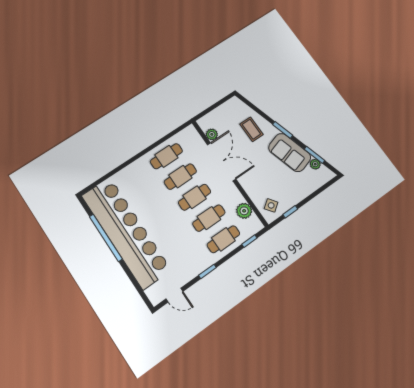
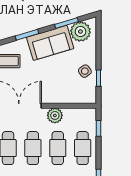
plant: (315, 164) -> (80, 32), width x1.88, depth x1.88
side table: (271, 205) -> (85, 71), moved
plant: (244, 211) -> (55, 115), moved

